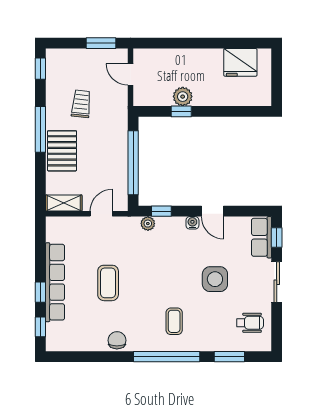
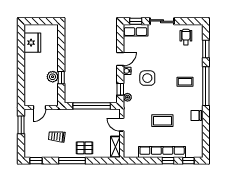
pallet: (62, 151) -> (85, 148), width x0.67, depth x0.71
side table: (215, 279) -> (147, 78), moved

